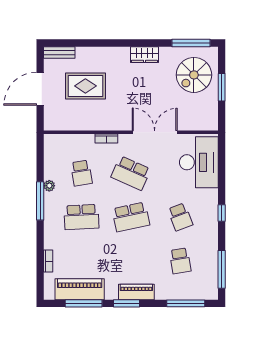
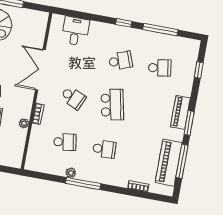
plant: (93, 125) -> (24, 123), added
desk: (199, 162) -> (75, 31), width x0.53, depth x0.77
school desk: (131, 173) -> (73, 98), width x0.54
school desk: (81, 217) -> (104, 149), width x0.54
window: (222, 269) -> (160, 30), moved
window: (186, 303) -> (199, 70), width x0.46

